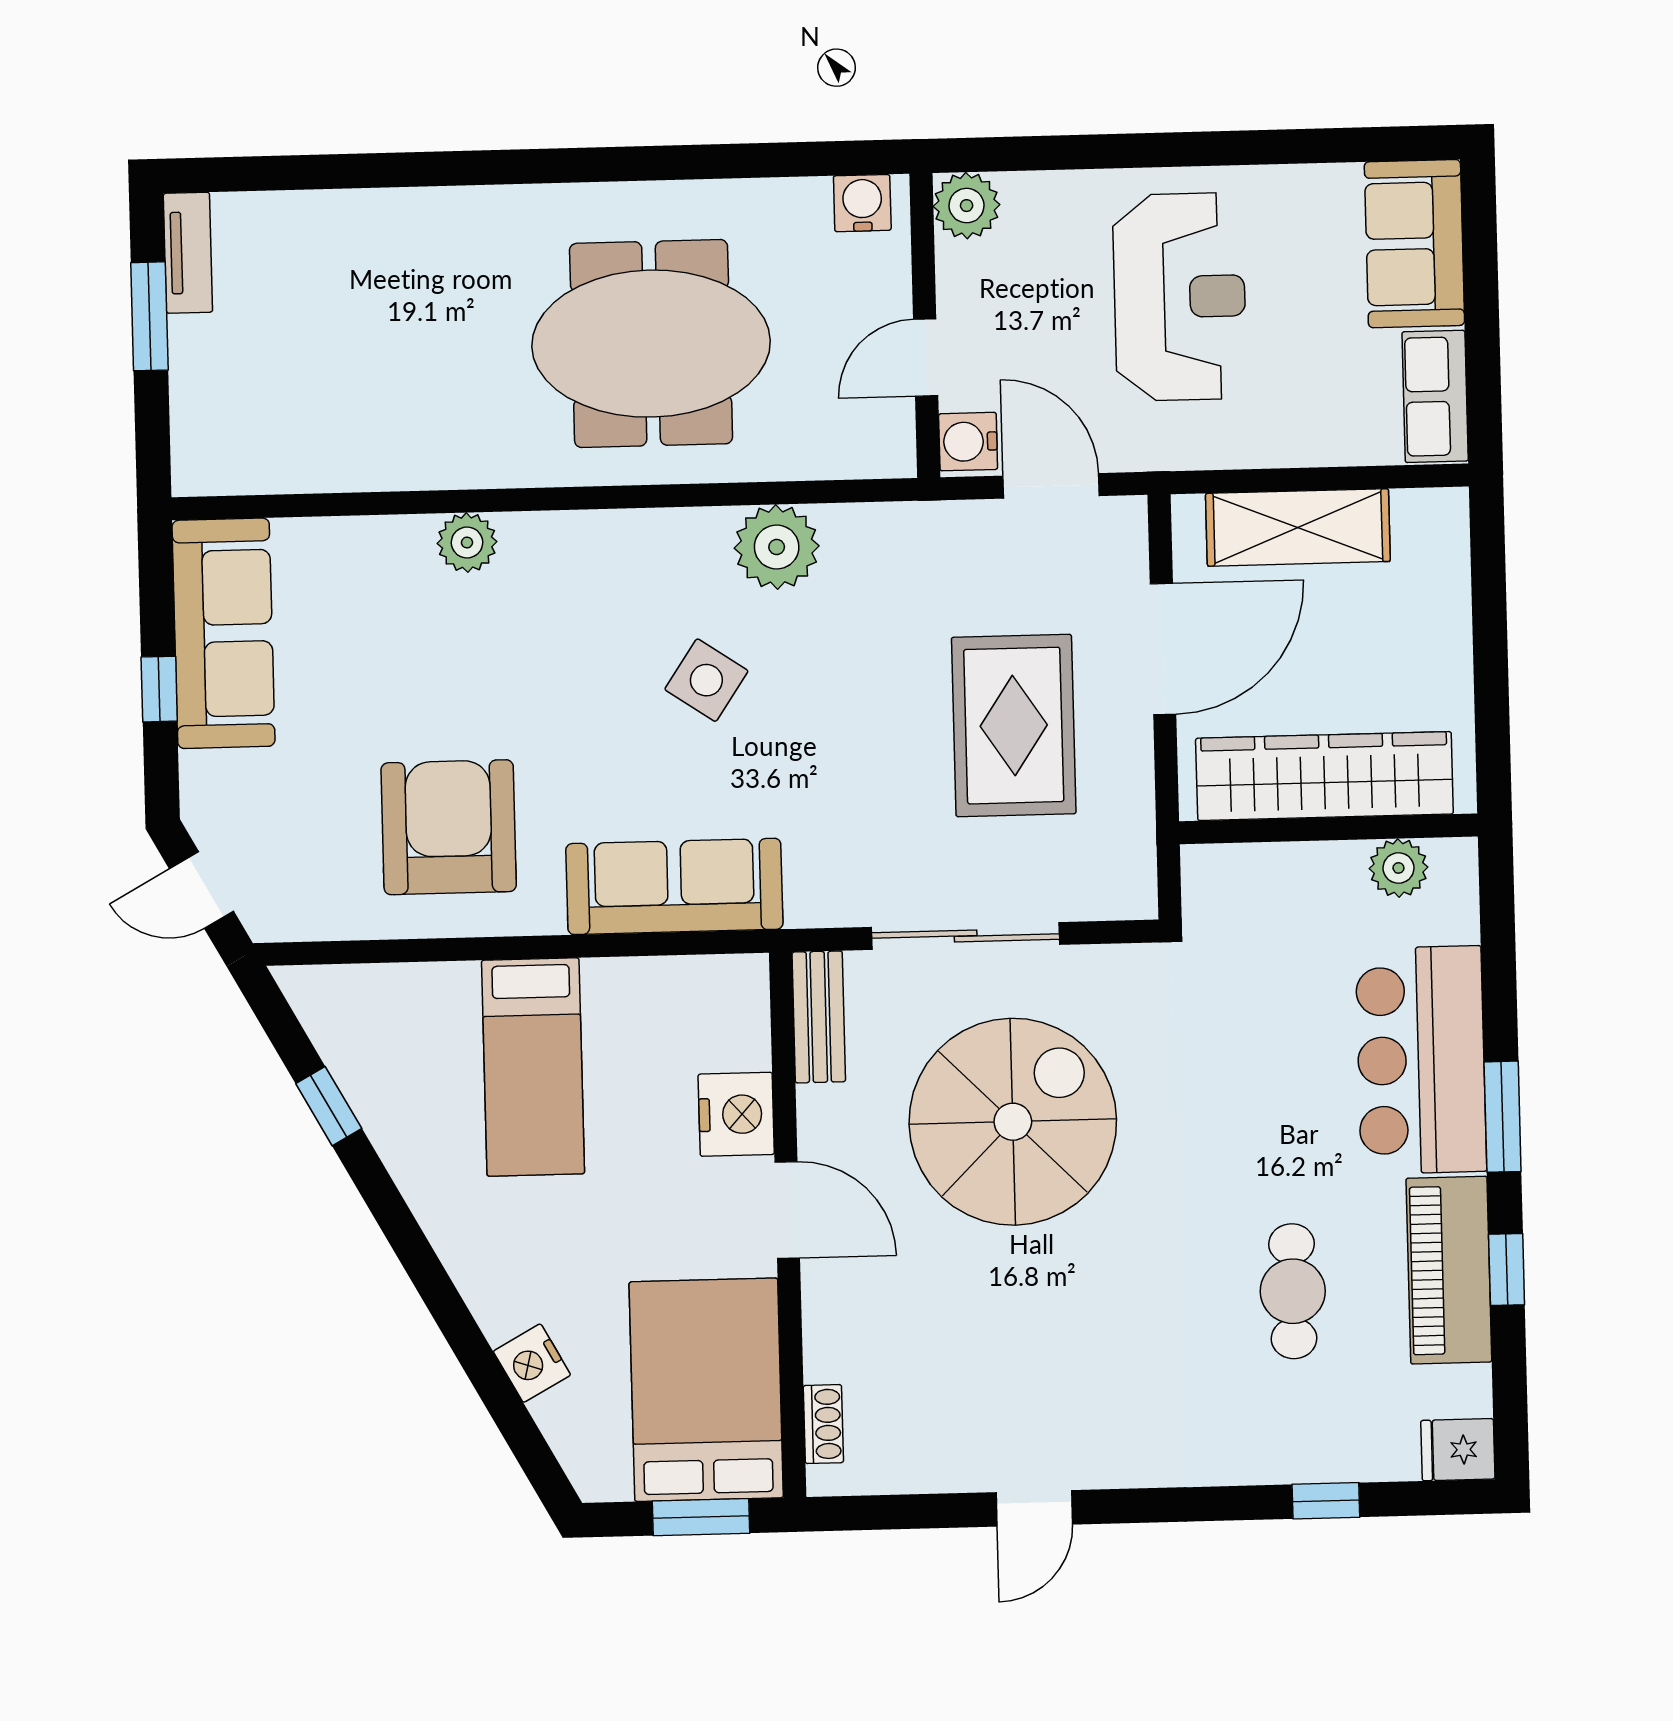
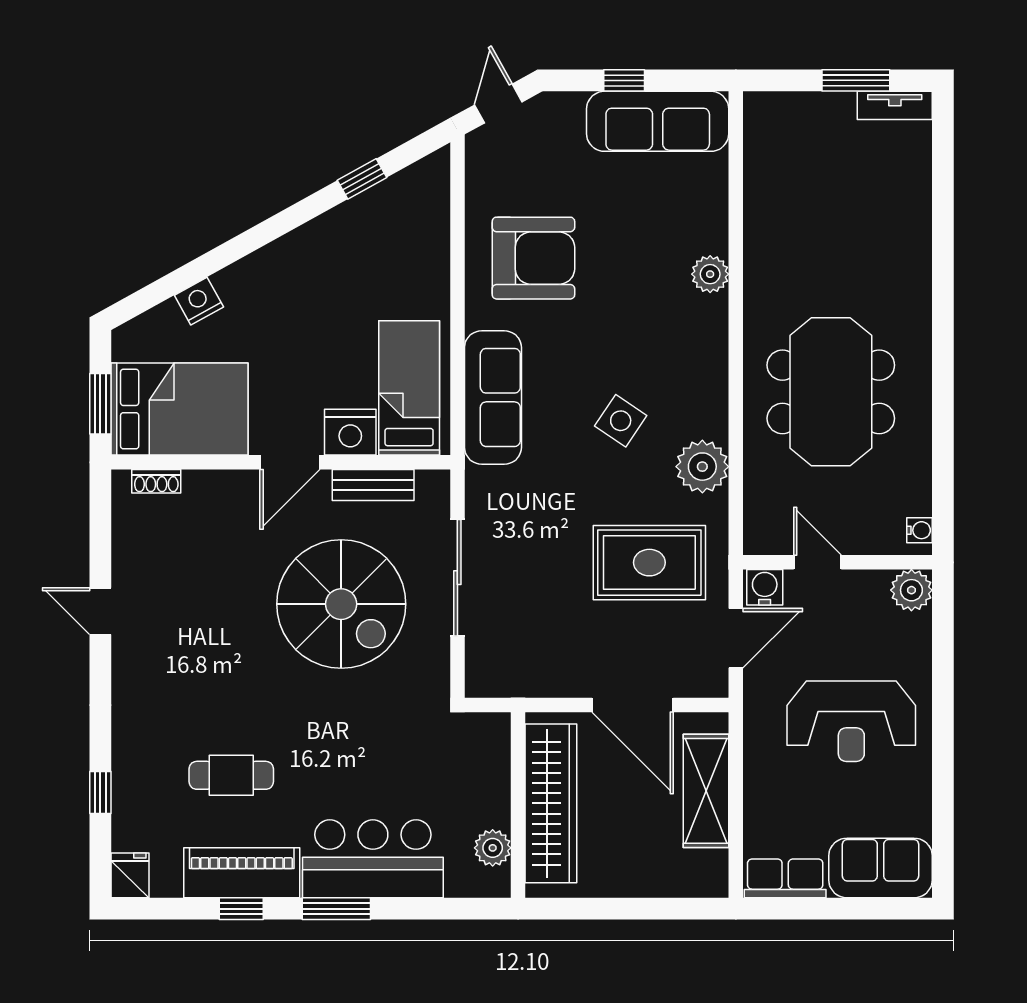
water cooler: (862, 203) -> (920, 530), width x0.72, depth x0.72
rug: (1014, 726) -> (649, 563), moved
bench: (819, 1017) -> (373, 485), moved
bed: (533, 1067) -> (409, 388), moved, turned 90

